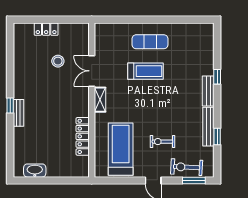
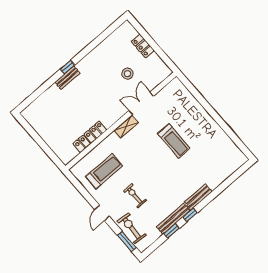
exercise mat: (150, 42) -> (197, 126), removed
window: (217, 77) -> (190, 215), moved
treadmill: (121, 149) -> (104, 171), width x0.73, depth x0.73
washbasin: (35, 171) -> (37, 124), removed

